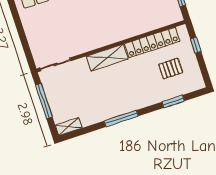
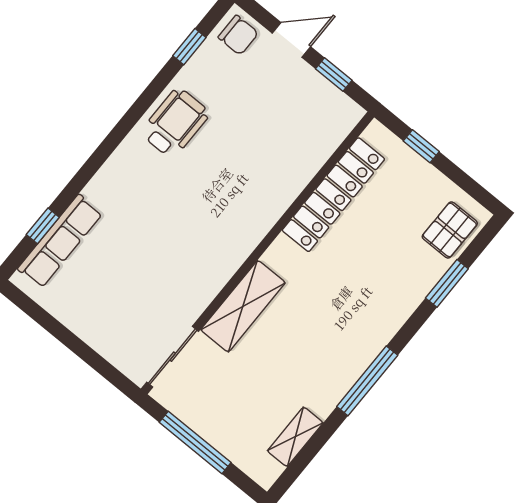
shelving: (107, 58) -> (243, 306), moved
pallet: (171, 68) -> (450, 230), moved
shelving: (69, 127) -> (295, 437), moved

